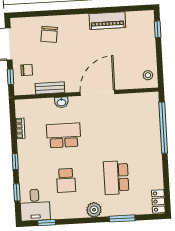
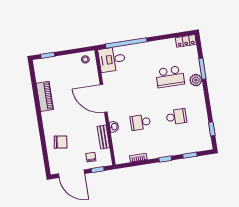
school desk: (64, 135) -> (140, 122), width x0.54
desk: (35, 205) -> (112, 59), moved, turned 180
plant: (94, 210) -> (196, 80), moved

